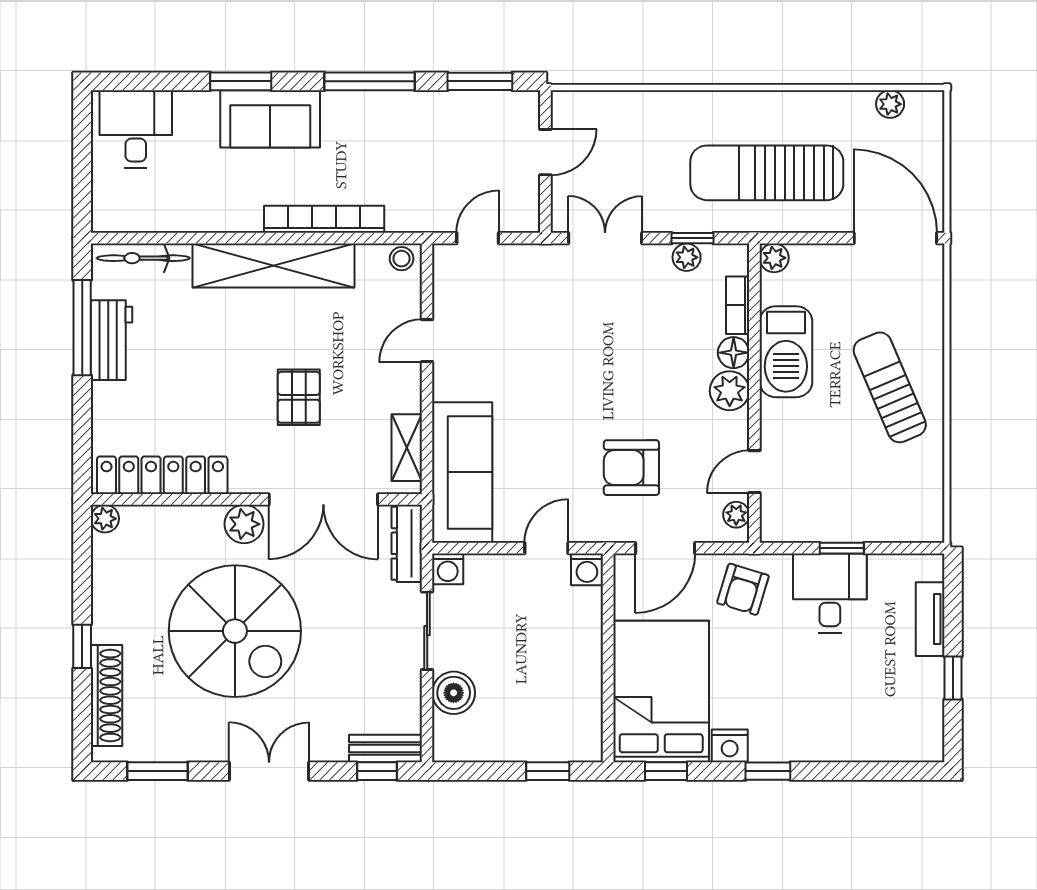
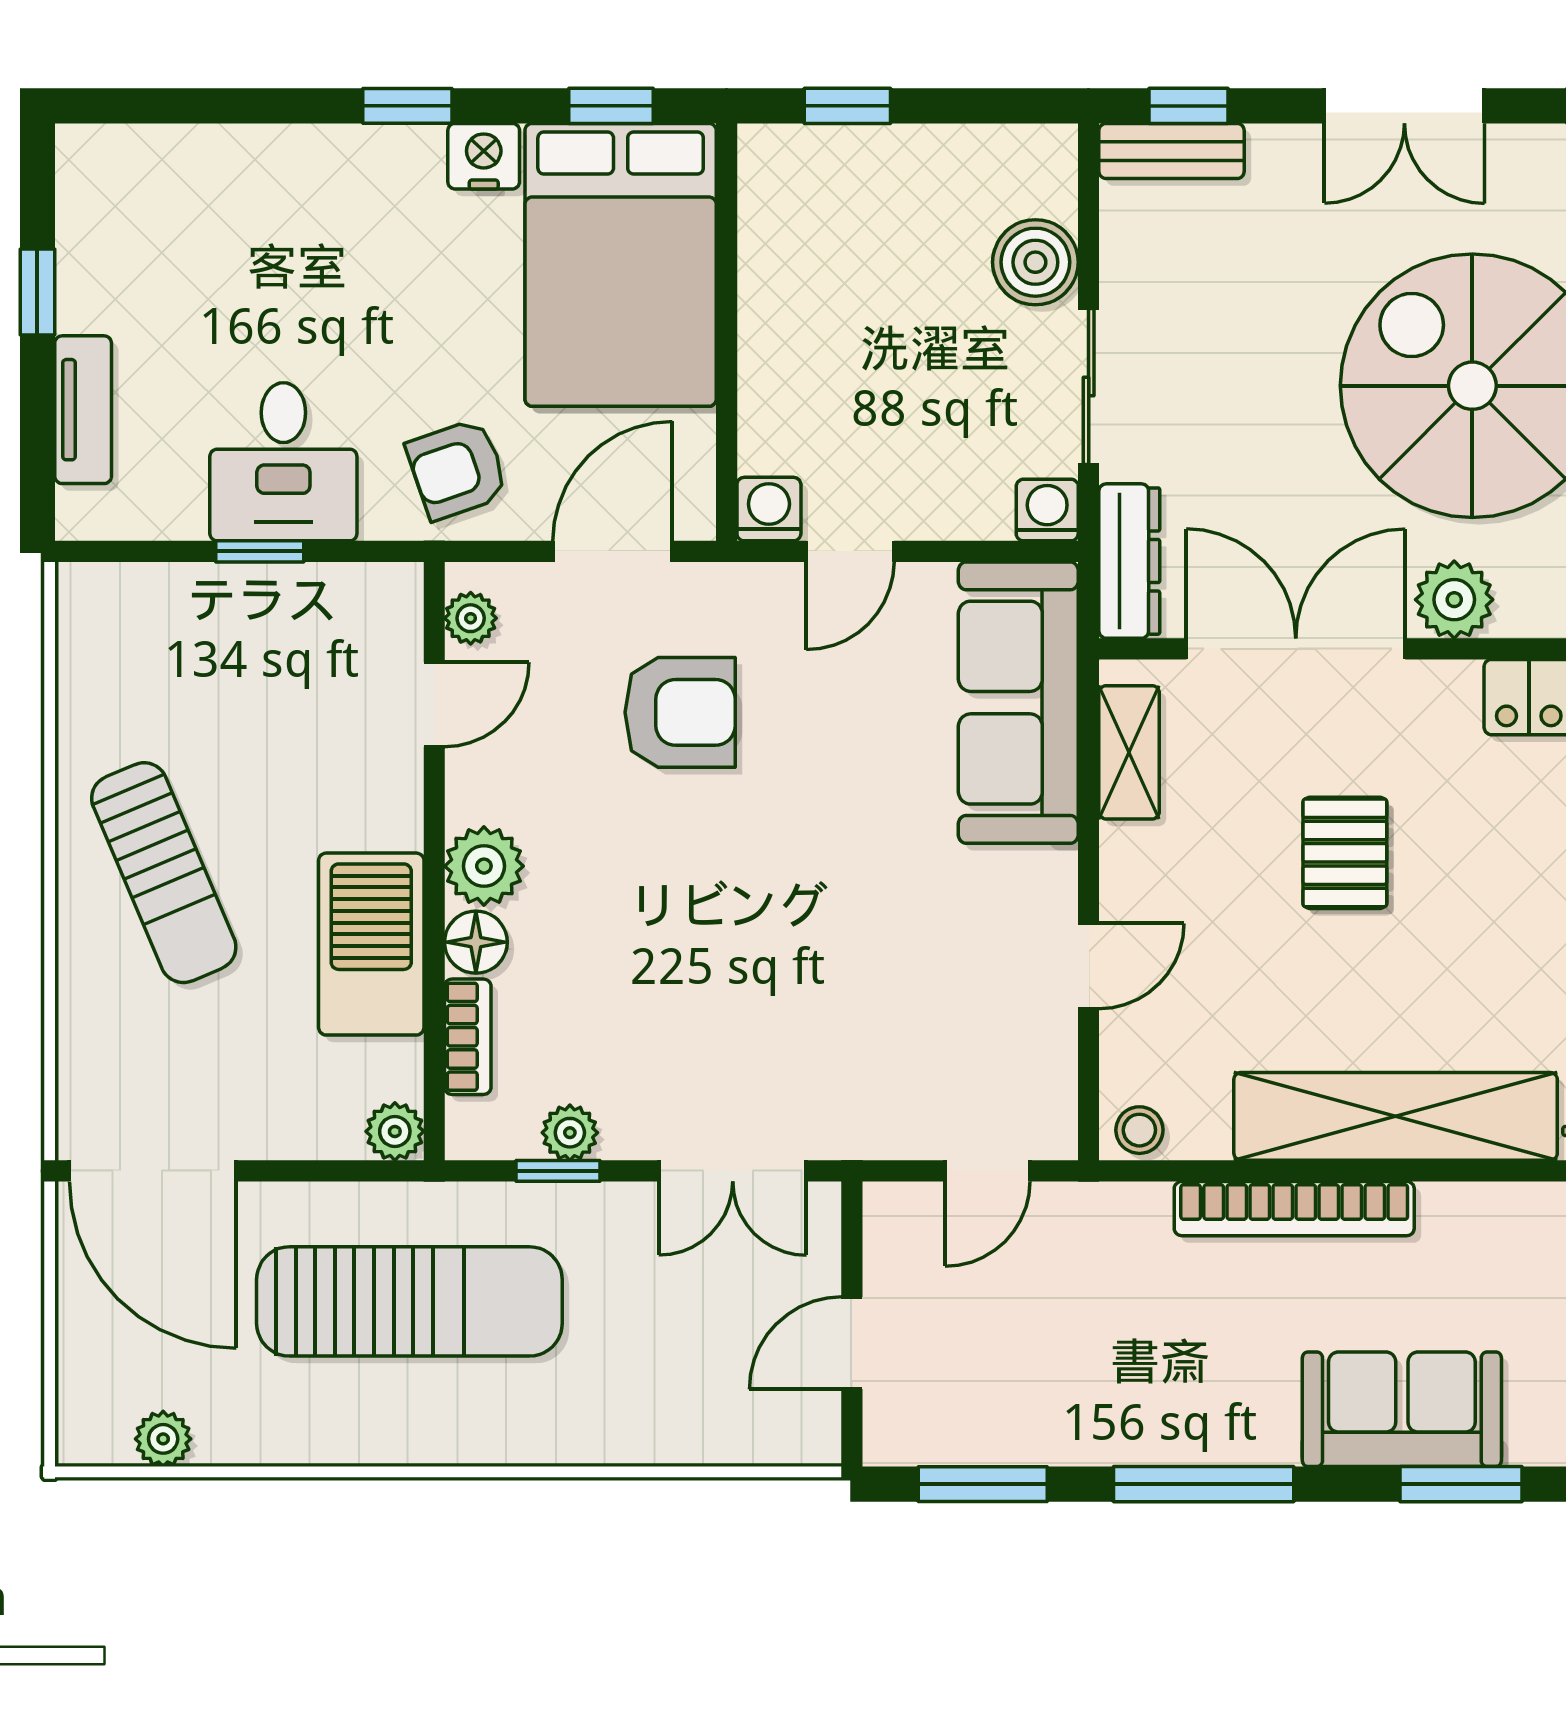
armchair: (743, 589) -> (457, 469), turned -126

